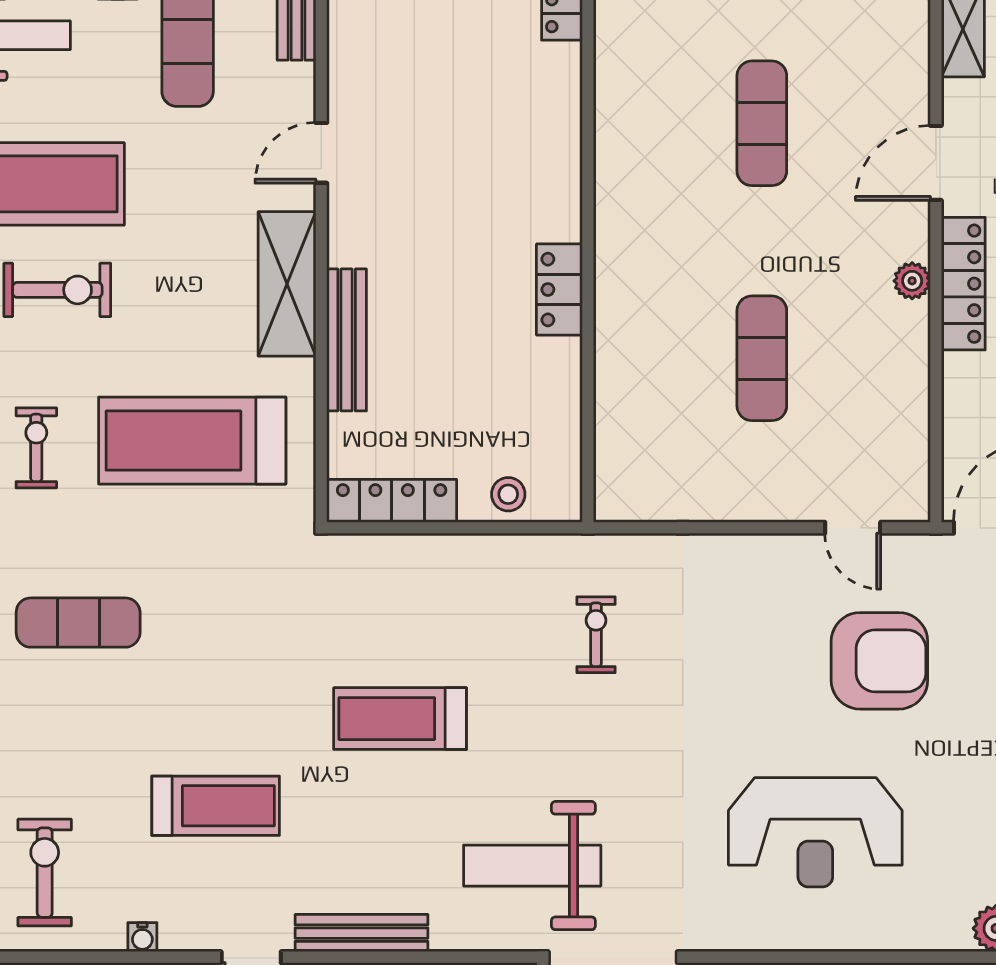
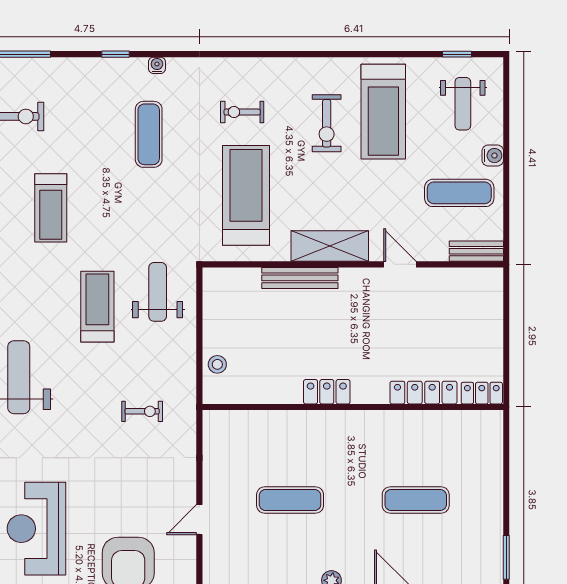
exercise bike: (36, 448) -> (242, 112), turned 180
locker: (392, 501) -> (423, 393), moved, turned -90
door: (853, 528) -> (199, 520), moved
weight bench: (373, 606) -> (158, 292), added

